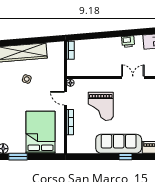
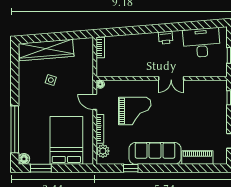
double door: (133, 78) -> (171, 78), swing flipped
grand piano: (101, 106) -> (135, 111), turned -90
plant: (73, 142) -> (103, 151), added
window: (126, 157) -> (131, 168), moved

